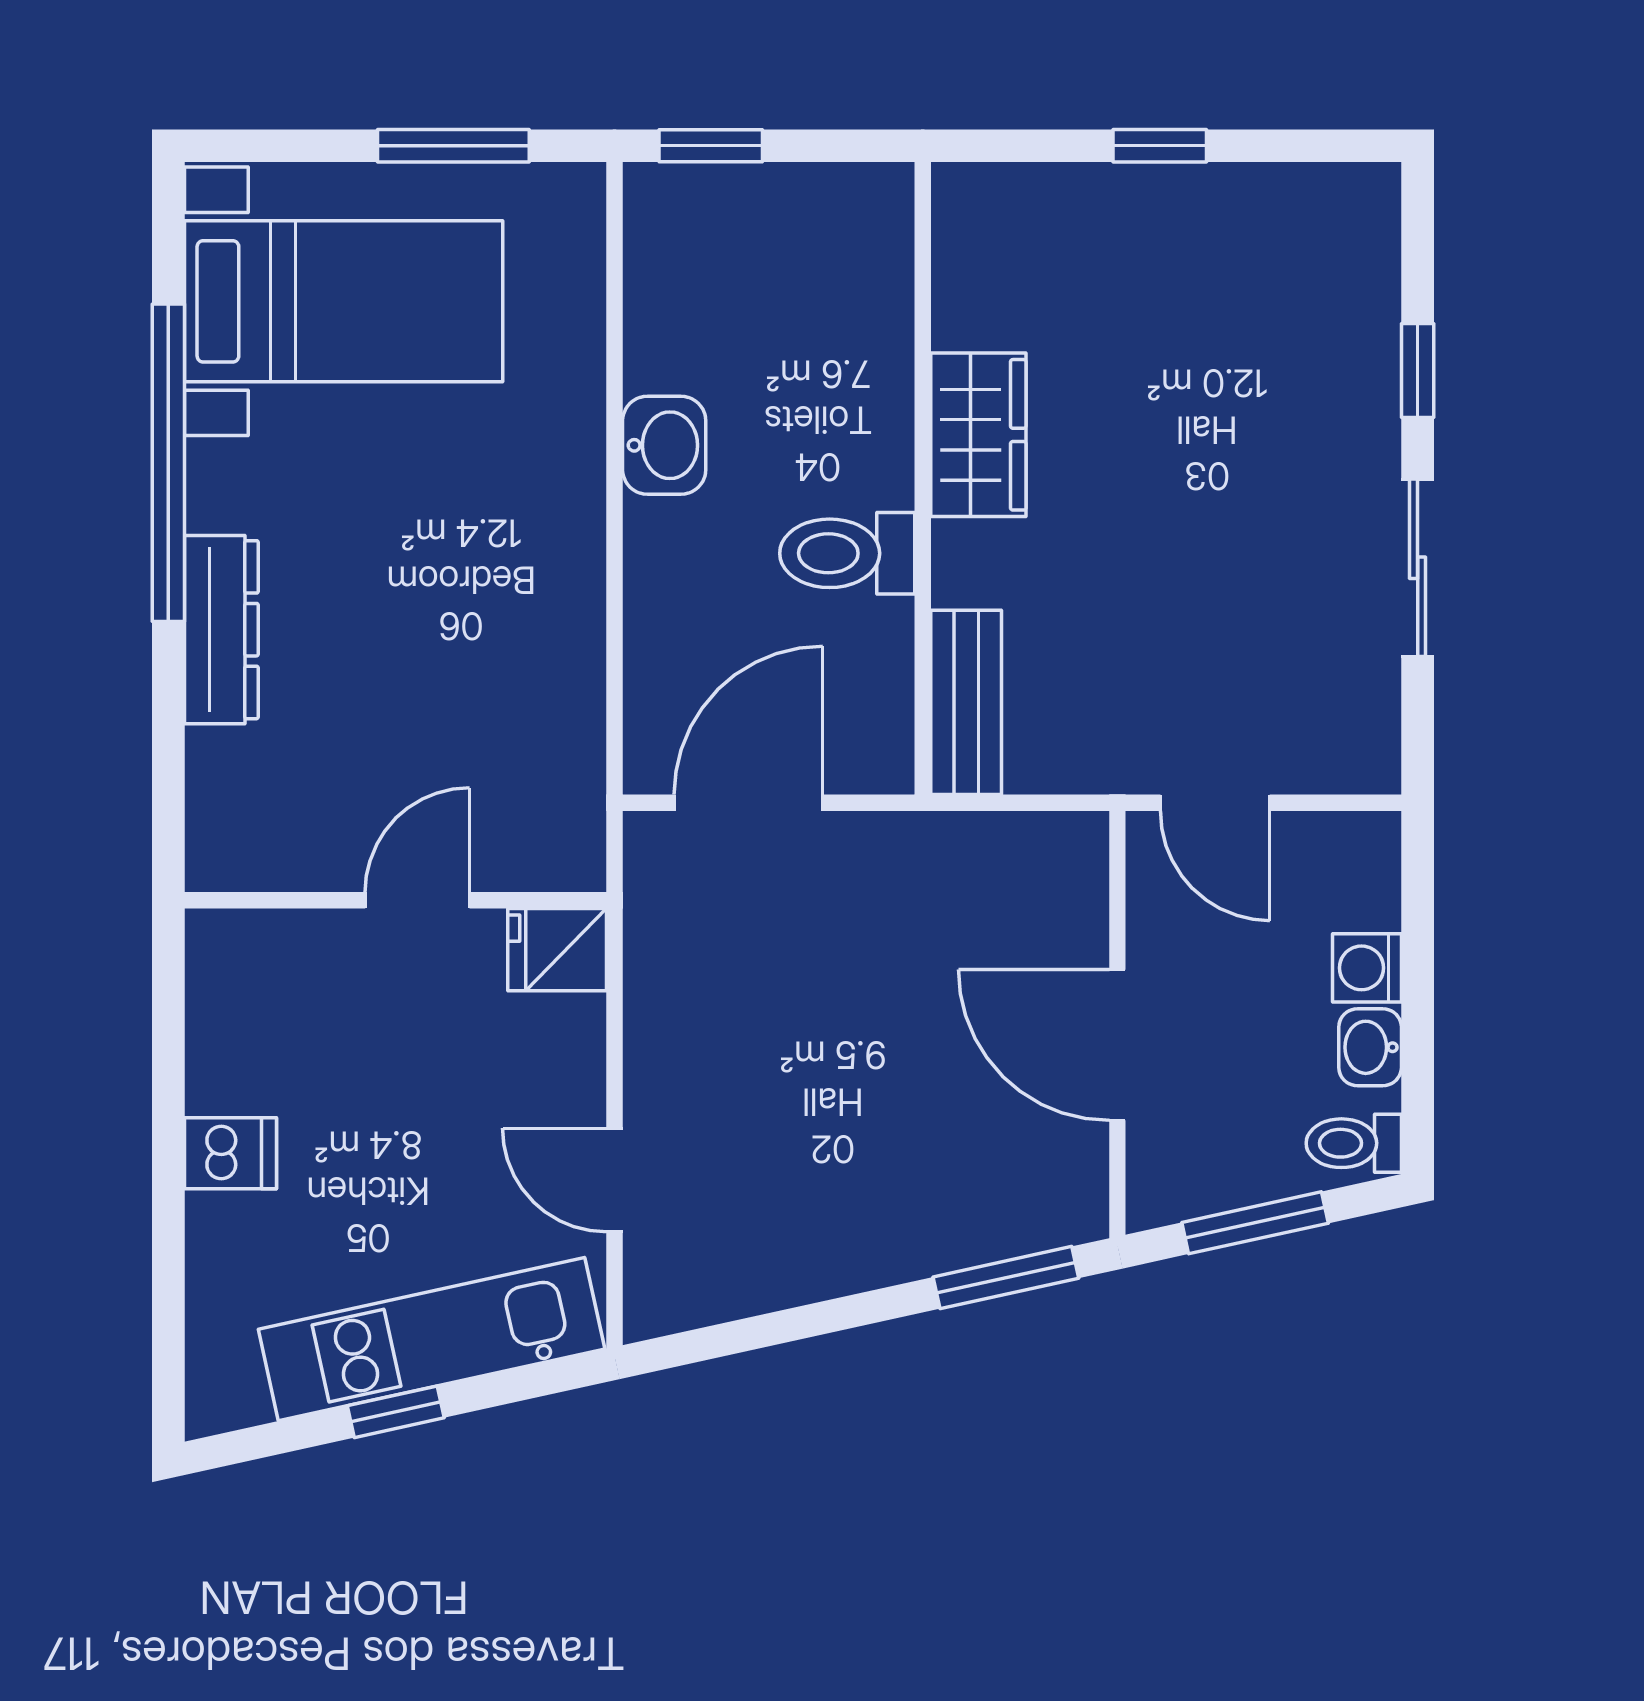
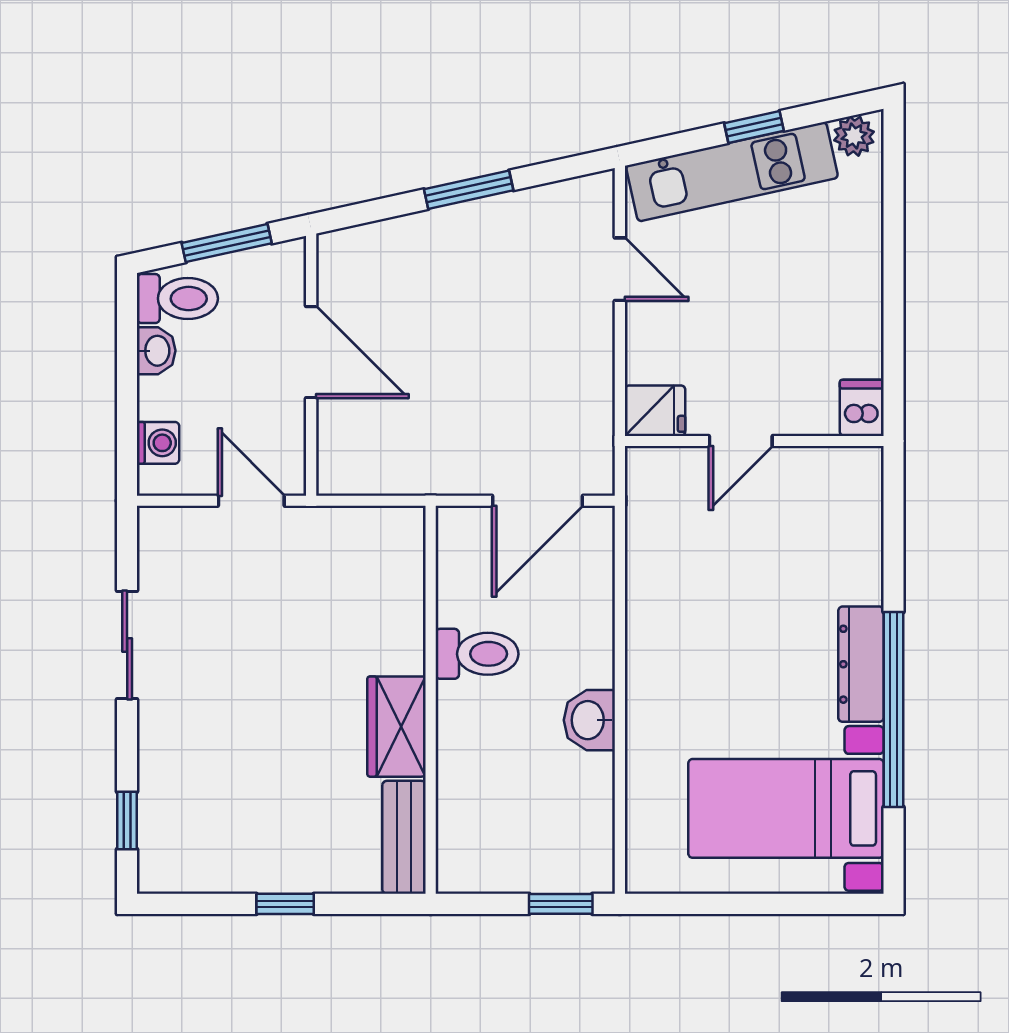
window: (453, 146) -> (719, 904), removed
window: (1418, 371) -> (127, 821), moved
dresser: (221, 630) -> (861, 664), moved
bench: (966, 702) -> (404, 837), moved
washing machine: (1367, 968) -> (158, 443), moved
toilet: (1354, 1143) -> (177, 299), width x1.37, depth x1.39
dishwasher: (230, 1153) -> (862, 408), moved, turned 90
window: (1006, 1278) -> (469, 190), moved
plant: (233, 1397) -> (854, 136), added

